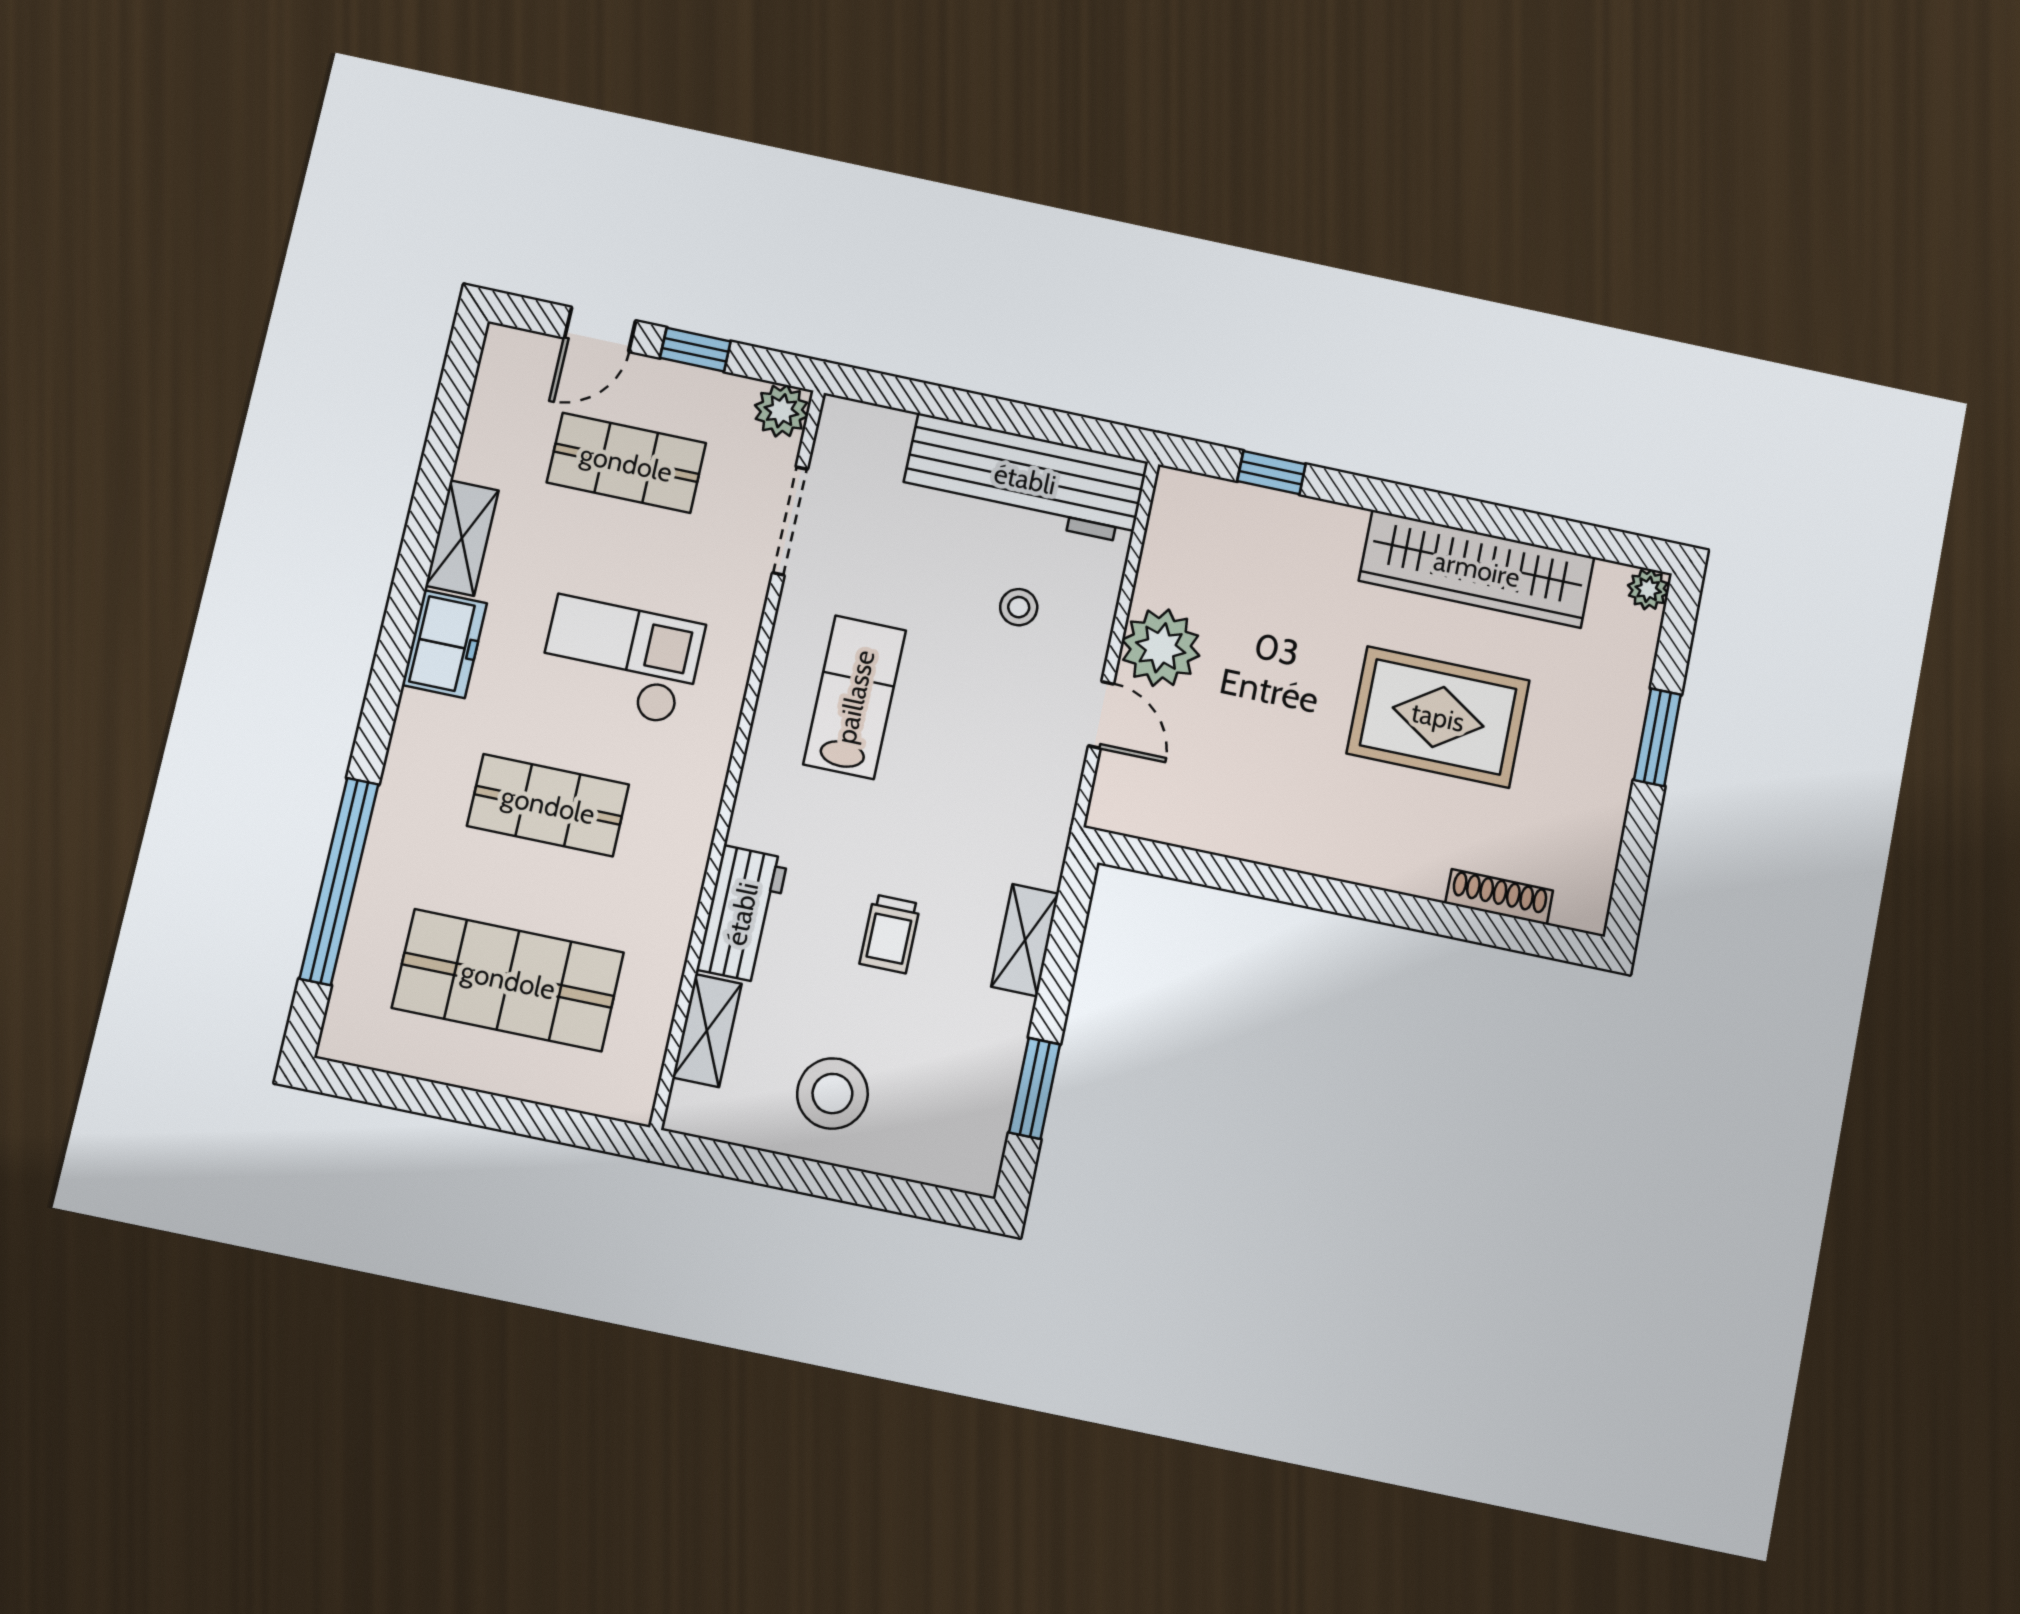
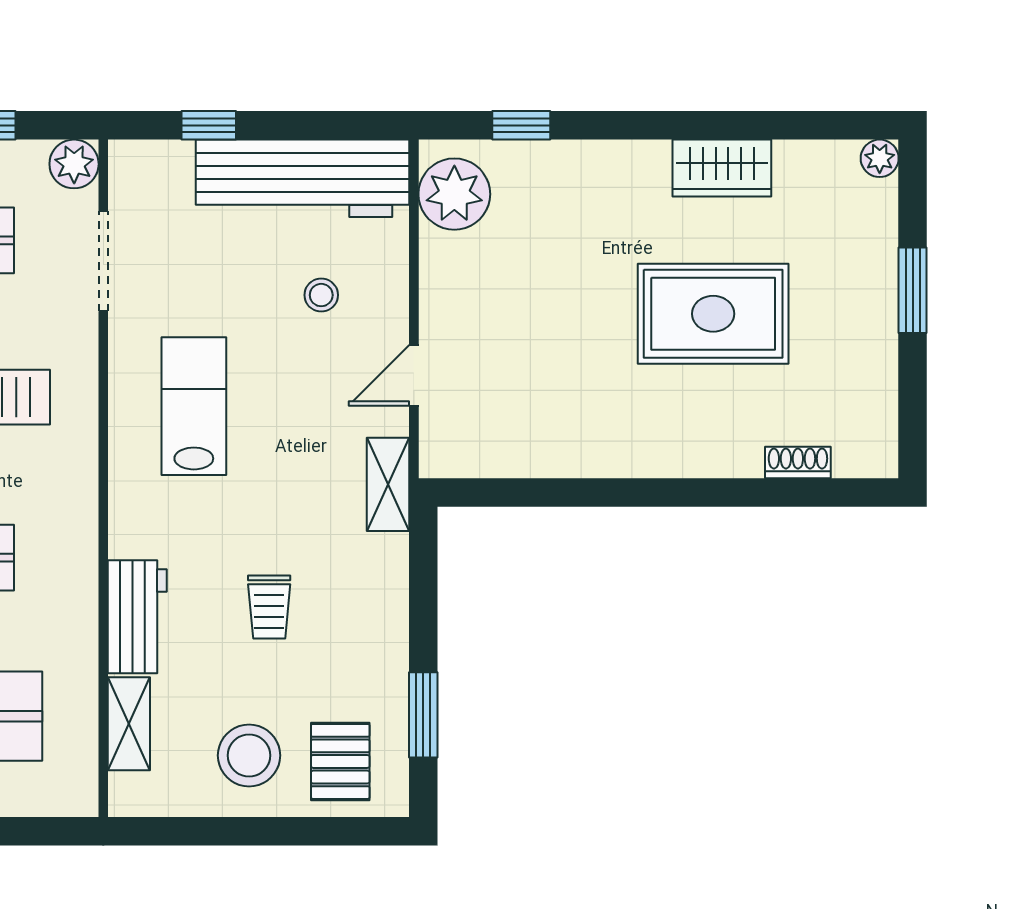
window: (936, 401) -> (209, 125), added
wardrobe: (1477, 569) -> (722, 168), width x0.48, depth x0.85
plant: (1161, 648) -> (454, 194), moved
door: (1101, 715) -> (414, 375), swing flipped
shoe rack: (1499, 897) -> (798, 462), width x0.70
shelving: (1025, 940) -> (388, 484), moved
pallet: (932, 1121) -> (340, 761), added

